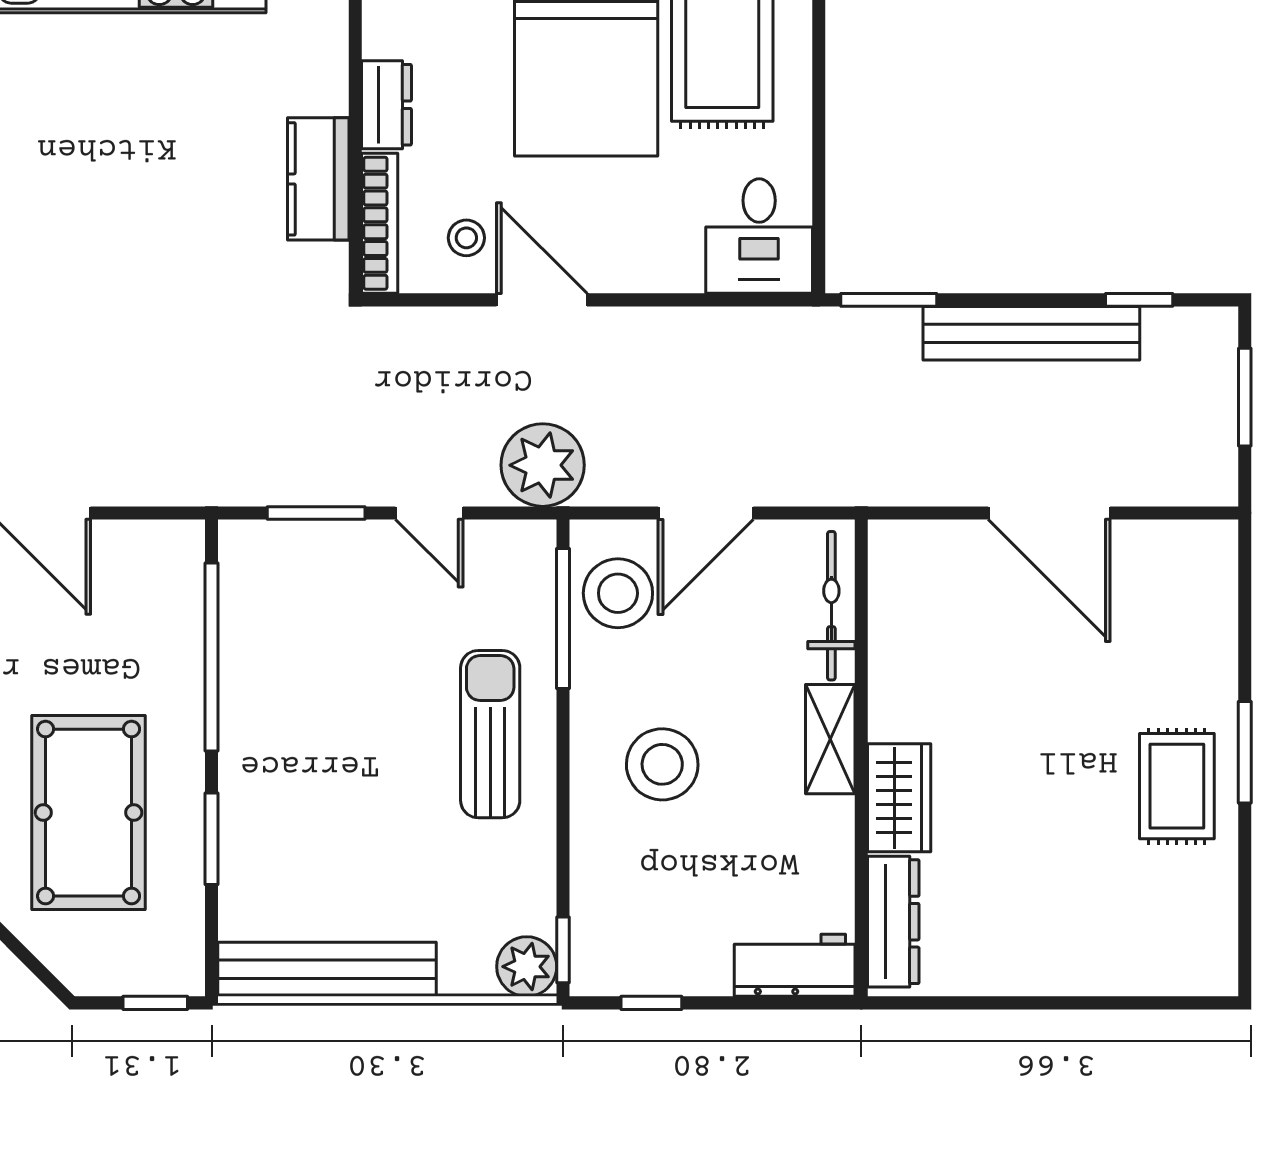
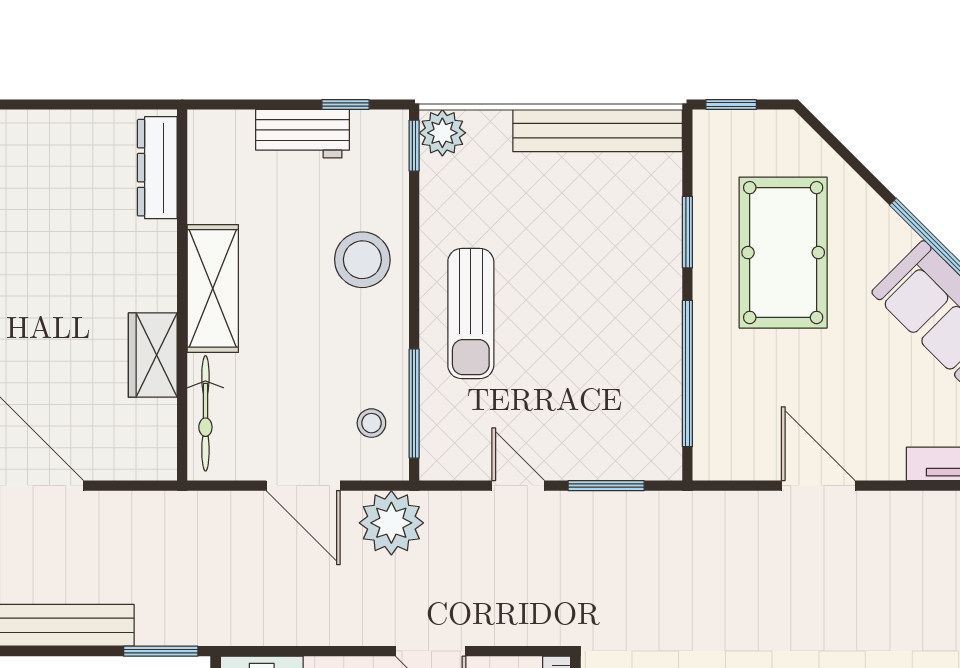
plant: (543, 465) -> (391, 523), moved
door: (706, 513) -> (303, 486), swing flipped
stool: (618, 593) -> (371, 423), width x0.53, depth x0.53
shelving: (830, 739) -> (213, 288), width x1.50, depth x1.33
stool: (662, 764) -> (362, 260), moved
wardrobe: (899, 798) -> (153, 355), moved
workbench: (795, 965) -> (303, 134), moved

